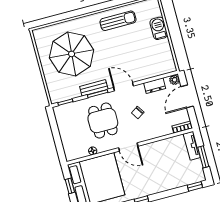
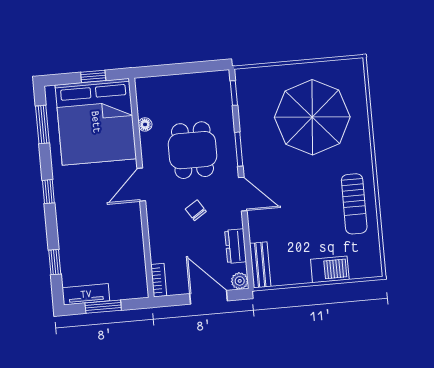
door: (123, 87) -> (243, 194), hinge flipped
bench: (94, 88) -> (260, 265), moved
dining table: (103, 121) -> (193, 150), turned 90
tv unit: (192, 146) -> (86, 294), moved
window: (195, 186) -> (55, 262), moved

